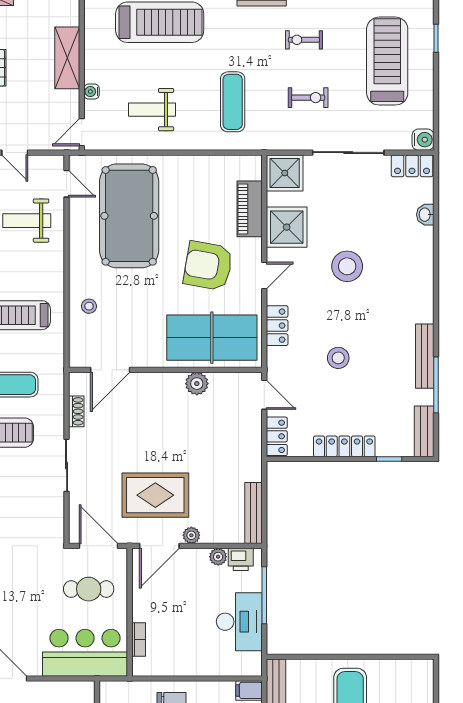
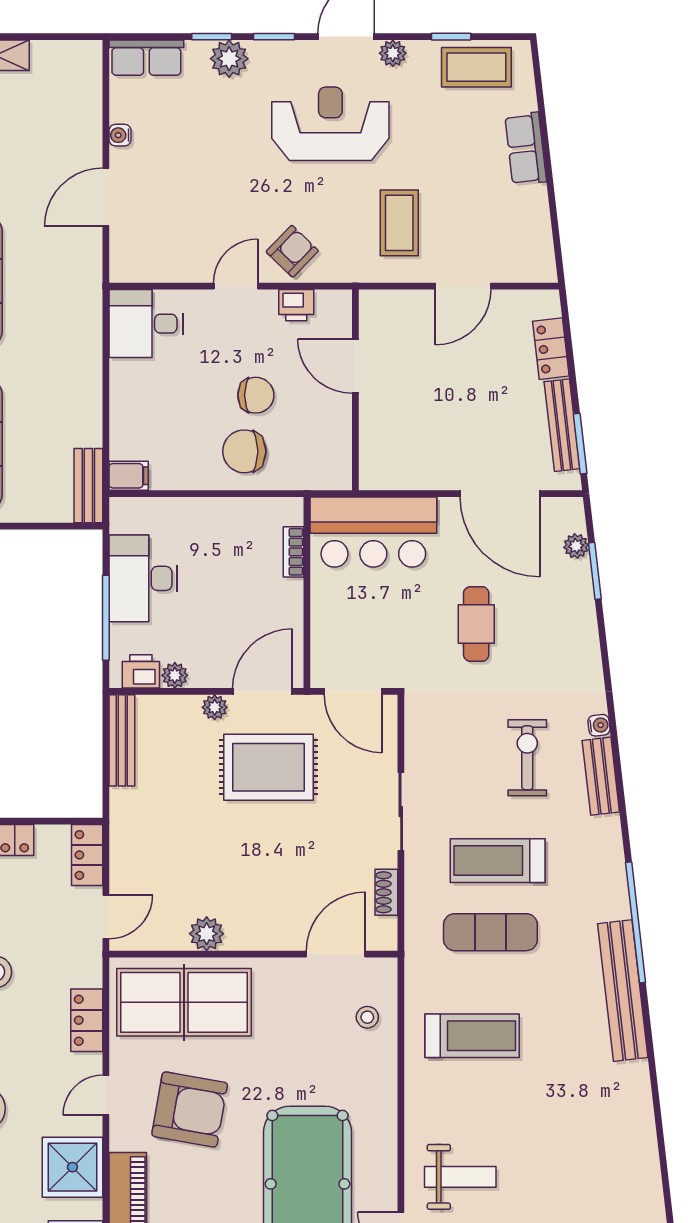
stool: (89, 306) -> (367, 1017), moved
door: (264, 395) -> (106, 917), swing flipped
cafe table: (89, 589) -> (476, 624), moved, turned 90

